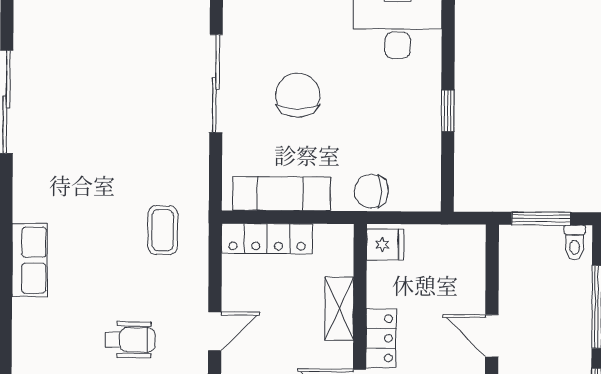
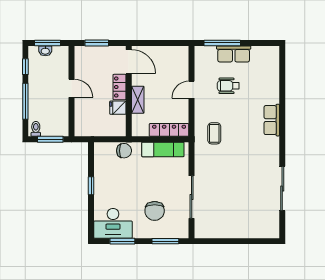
chair: (298, 95) -> (155, 211), moved
fridge: (385, 245) -> (118, 108), moved

